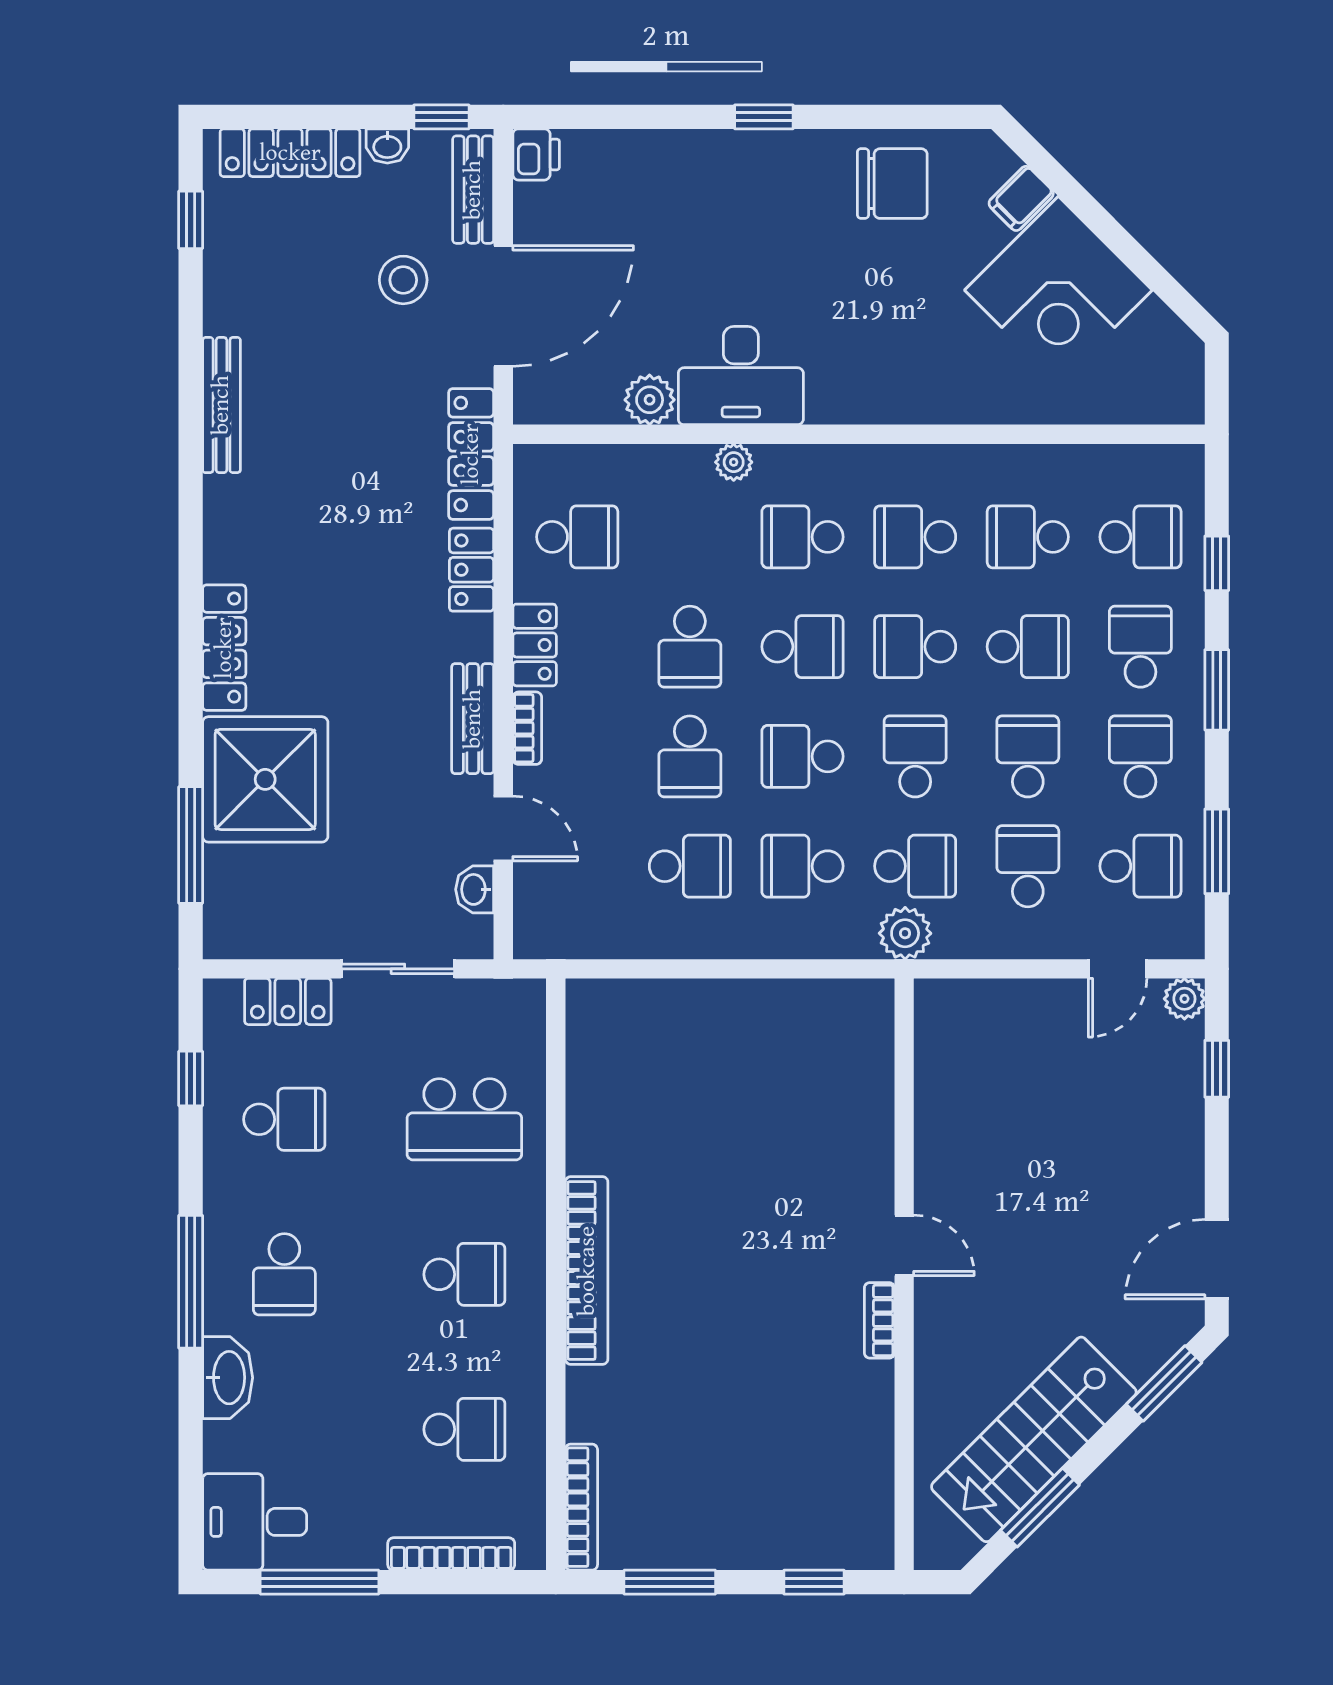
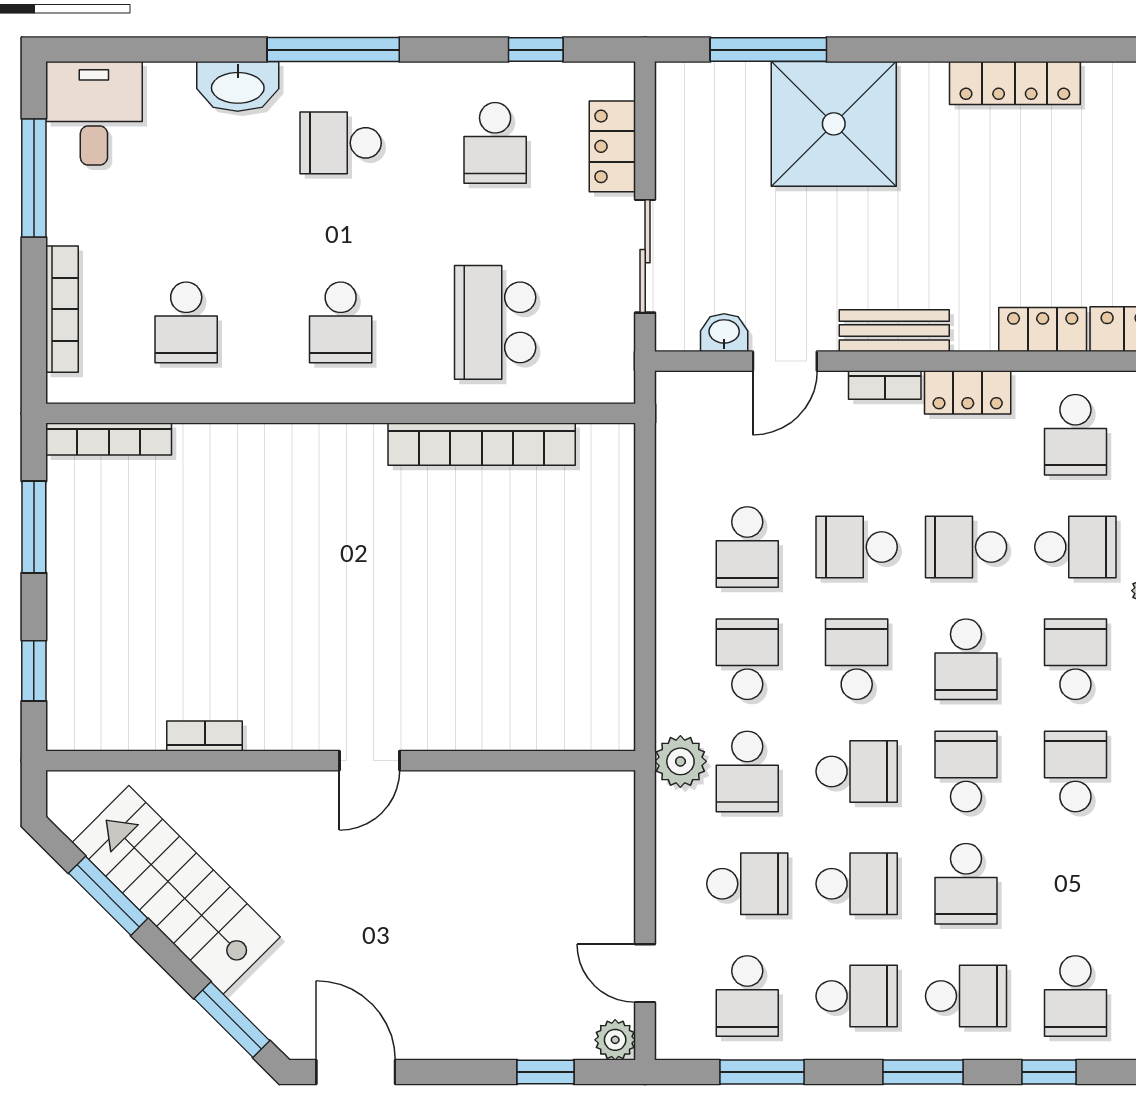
school desk: (1028, 537) -> (1075, 547), moved, turned 90
locker: (224, 648) -> (1015, 83), moved
bookcase: (587, 1271) -> (482, 444), moved
bookcase: (879, 1320) -> (205, 736), moved

